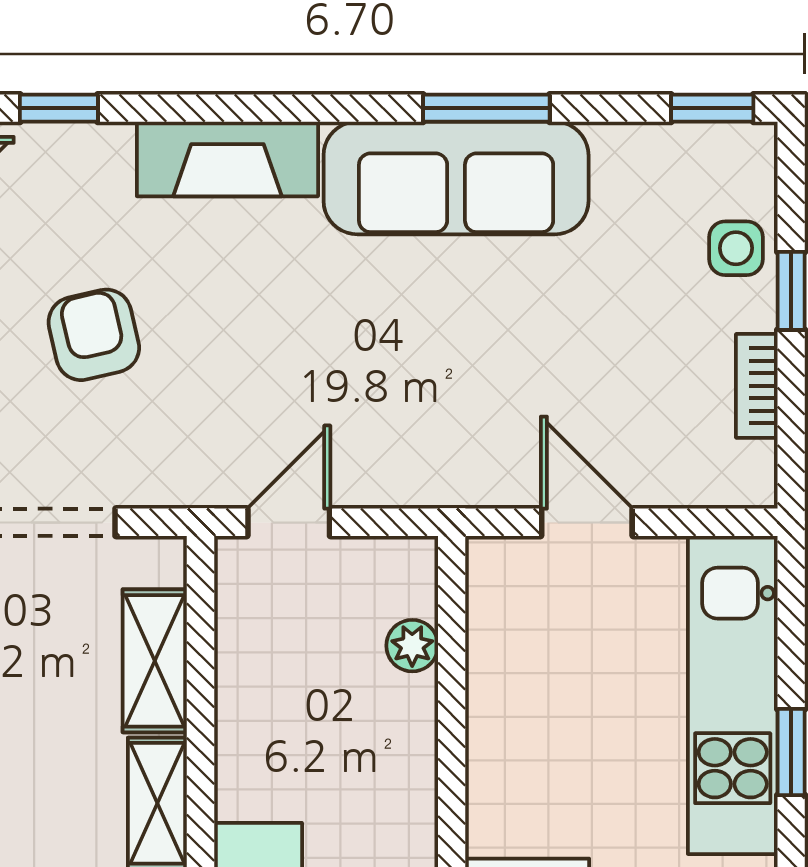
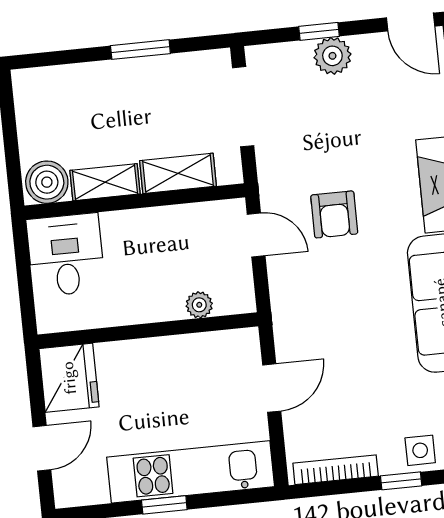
armchair: (94, 335) -> (334, 214), moved, turned 103
bookcase: (757, 386) -> (336, 470), width x1.56

